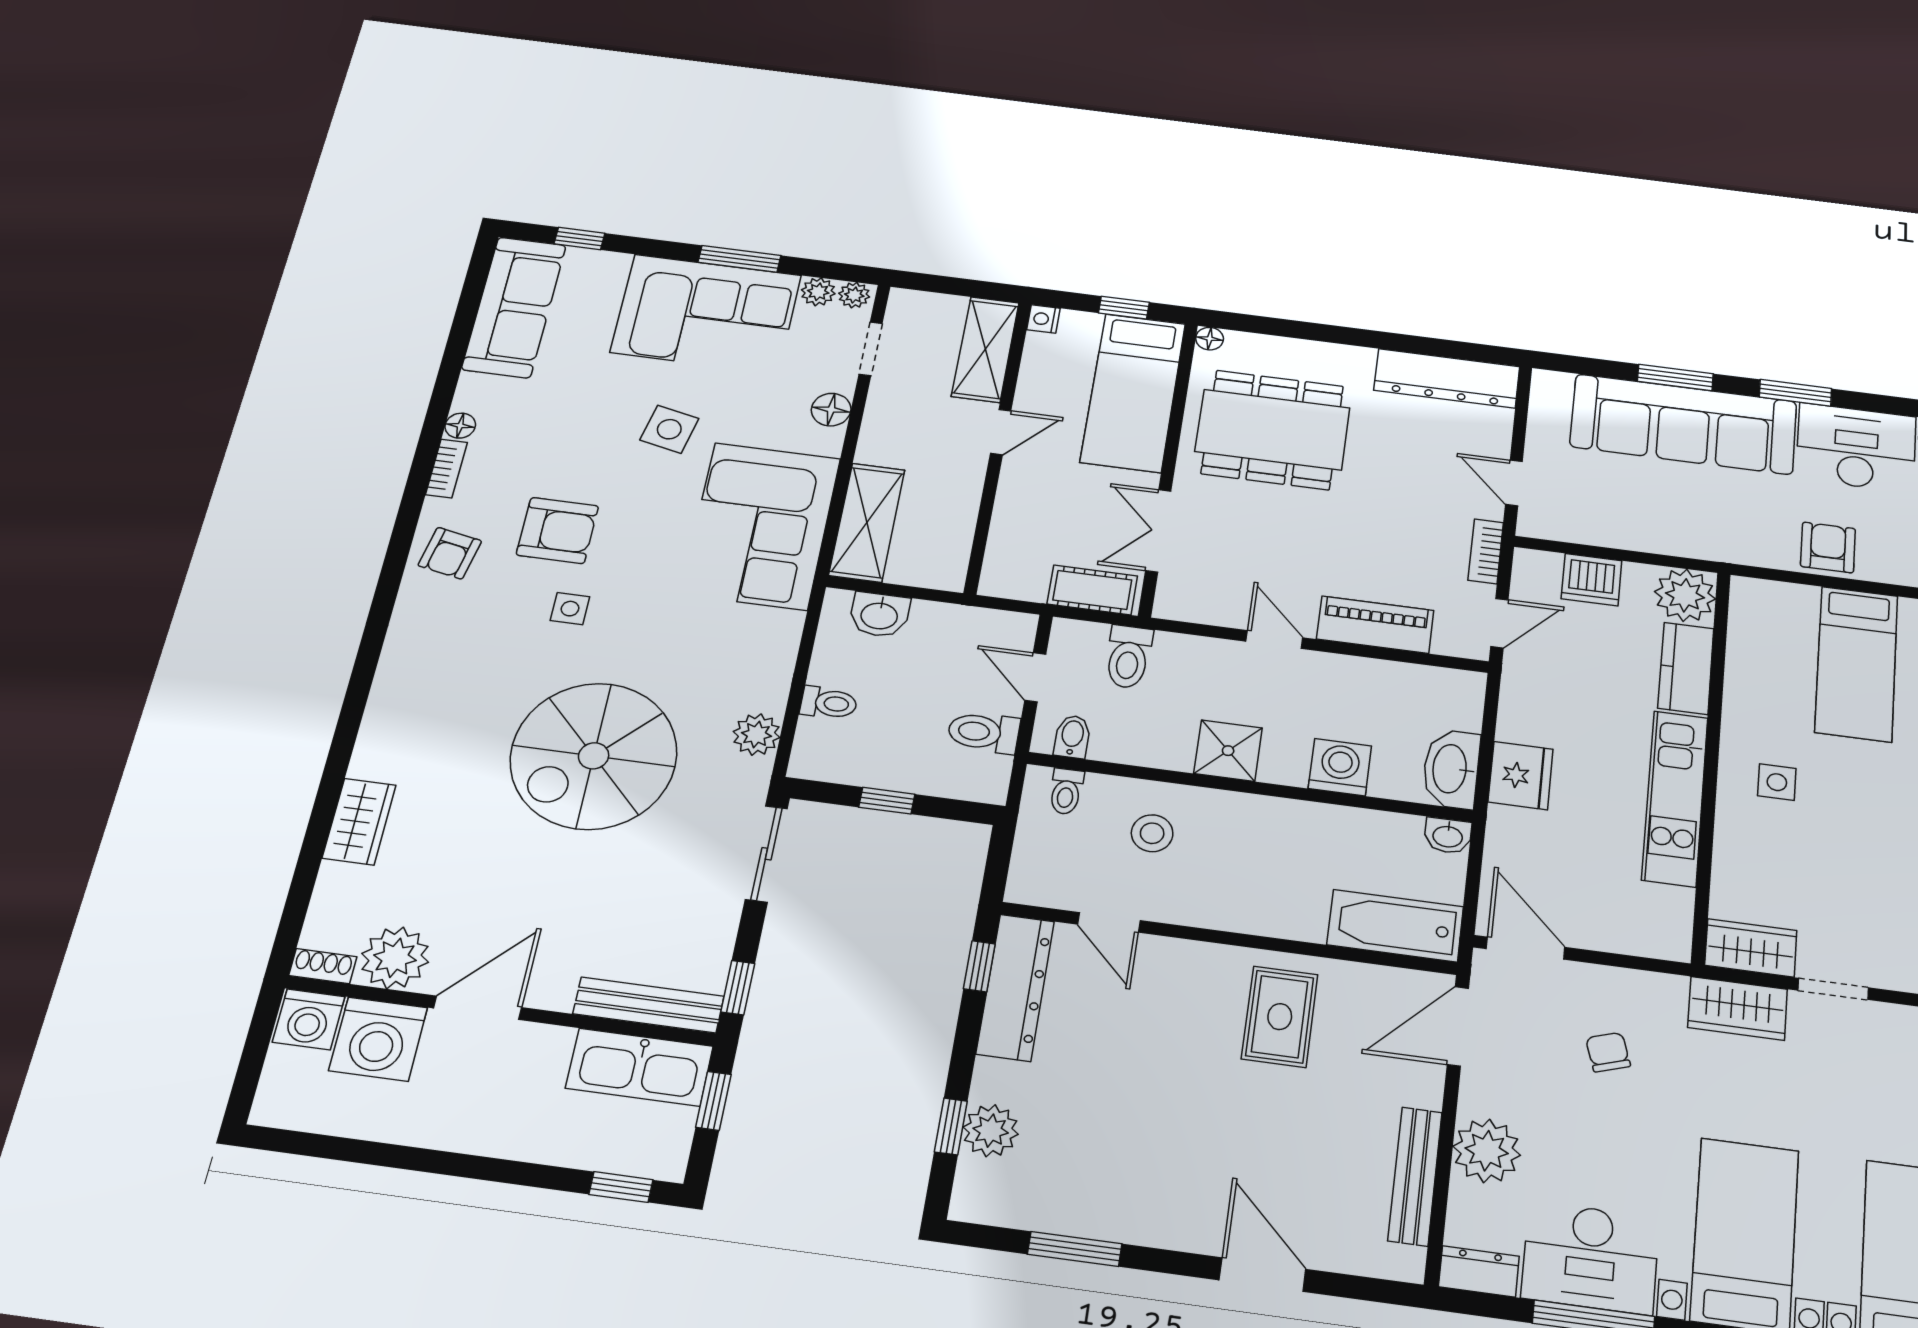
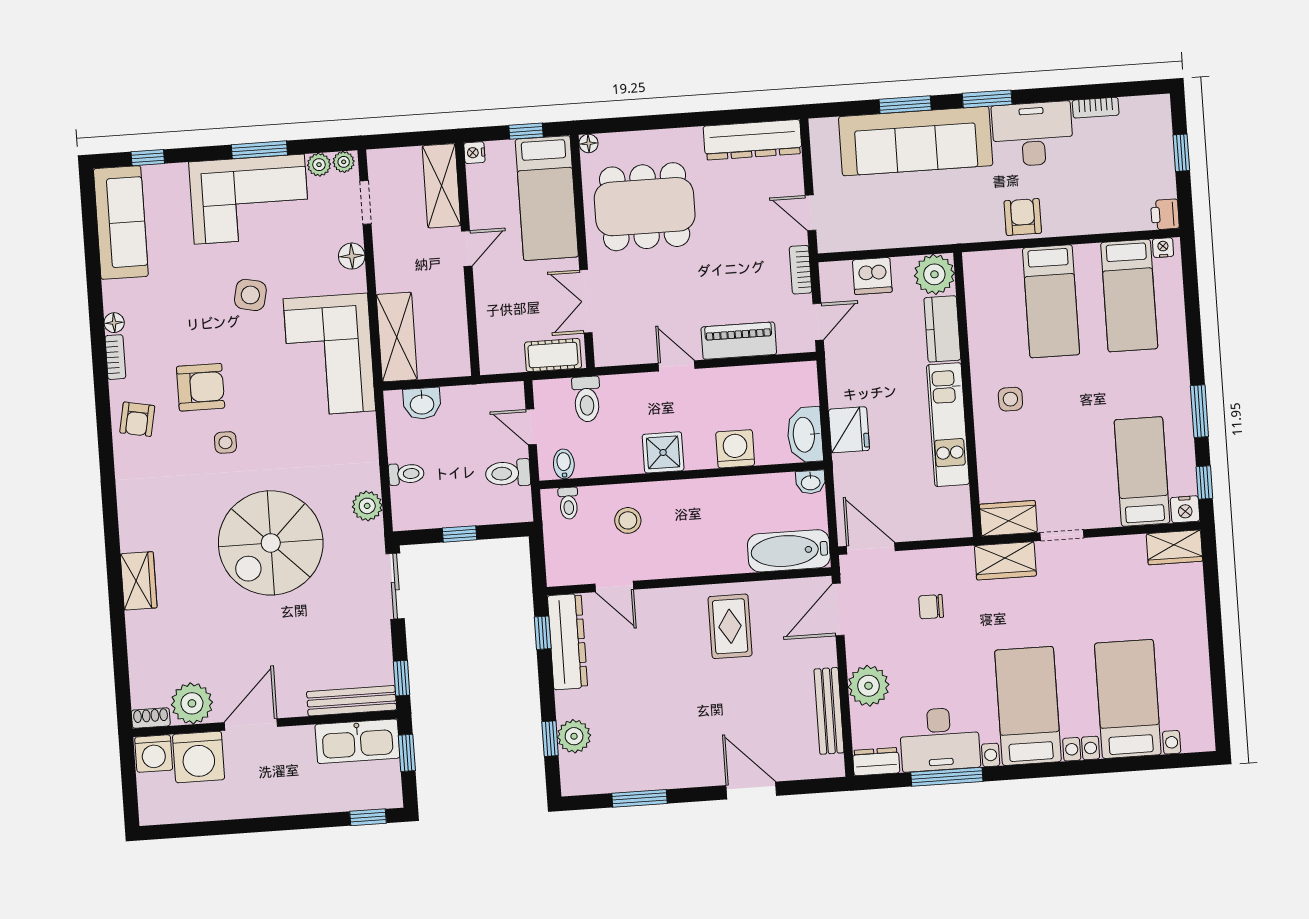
wardrobe: (359, 822) -> (139, 581), moved
chair: (1608, 1052) -> (931, 607), turned -72

